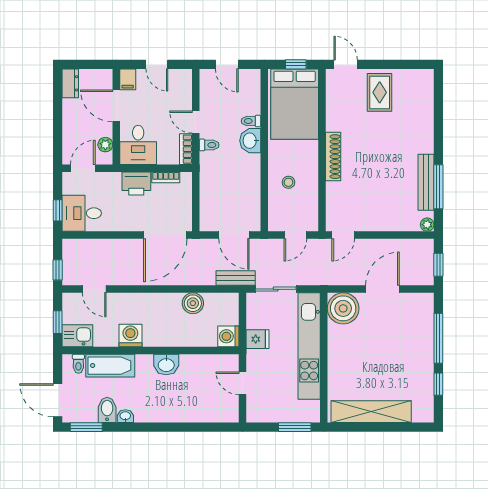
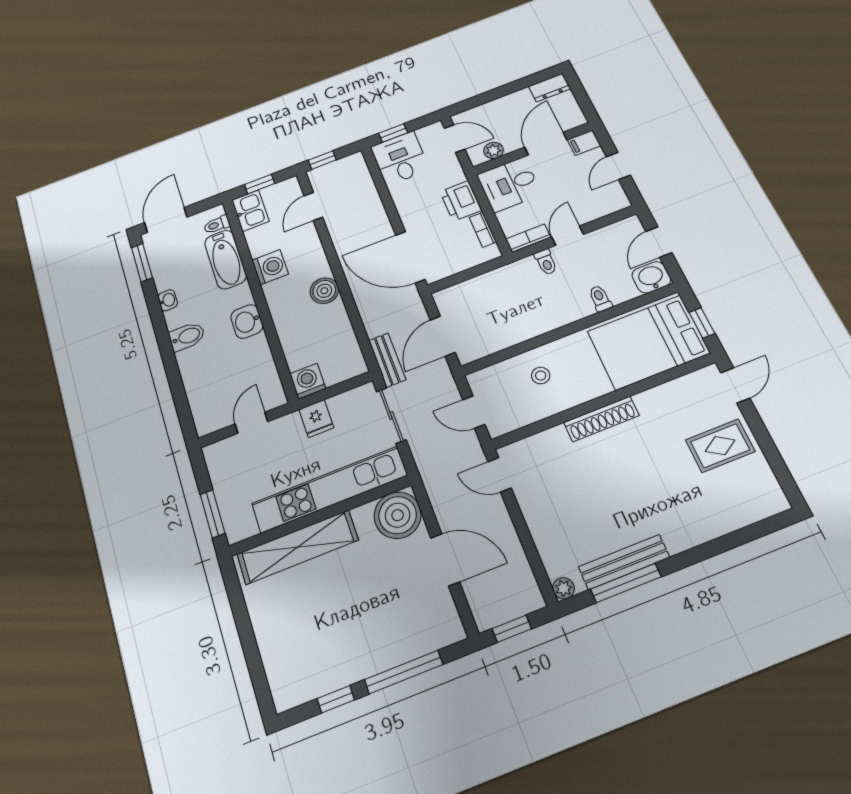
washbasin: (250, 141) -> (651, 277), moved
boiler: (193, 303) -> (324, 291), moved
bidet: (107, 410) -> (187, 336), moved
shelving: (371, 412) -> (298, 547), moved, turned 90

